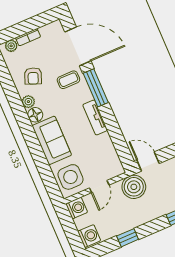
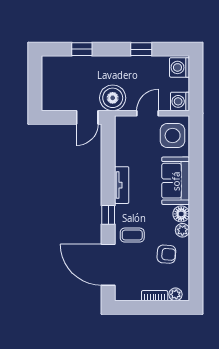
armchair: (33, 76) -> (166, 254), turned 72
window: (96, 88) -> (108, 215), width x0.46
door: (148, 162) -> (87, 117), hinge flipped

